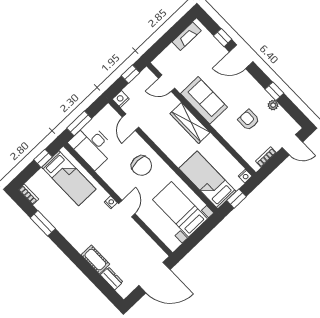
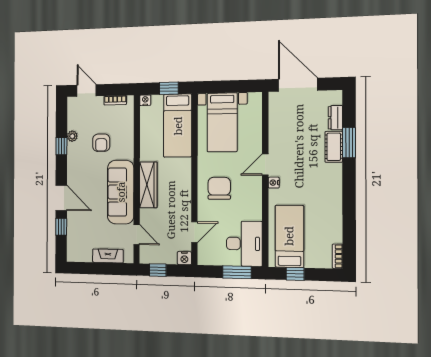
fireplace: (187, 36) -> (108, 256), moved
sofa: (204, 100) -> (121, 192), width x1.36
window: (43, 223) -> (349, 143), moved

